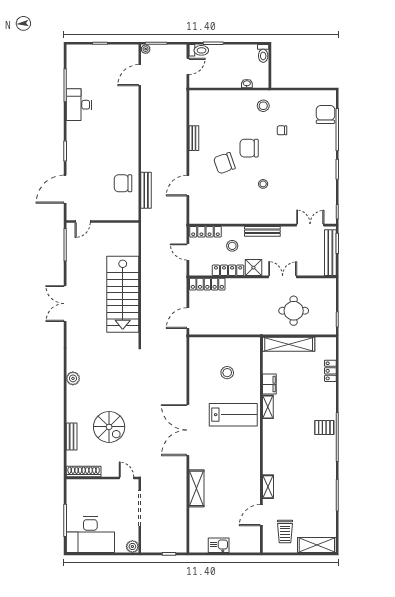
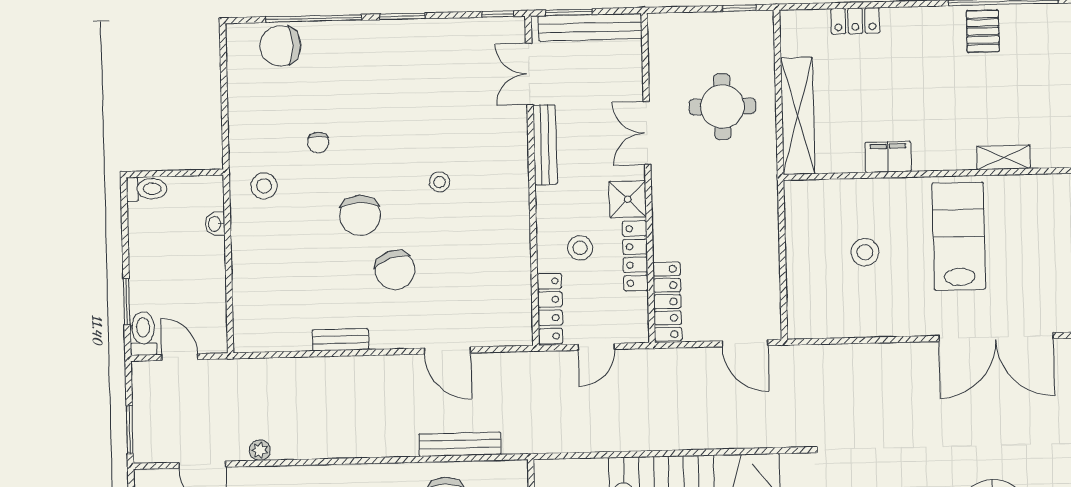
plant: (146, 49) -> (260, 450), moved
bench: (262, 231) -> (545, 145), moved
shelving: (268, 407) -> (1003, 157), moved

